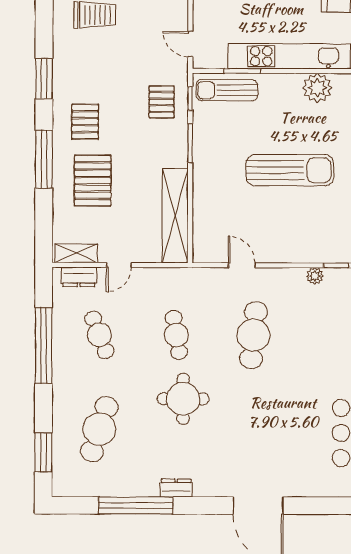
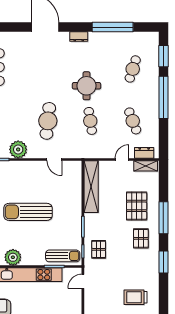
door: (190, 44) -> (83, 281), swing flipped
plant: (315, 276) -> (18, 149), width x1.88, depth x1.88
window: (44, 345) -> (163, 97), moved
cafe table: (99, 429) -> (133, 69), width x0.73, depth x0.74
dresser: (176, 488) -> (79, 37), moved

